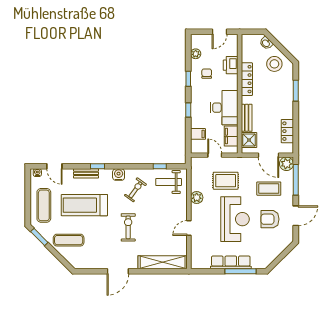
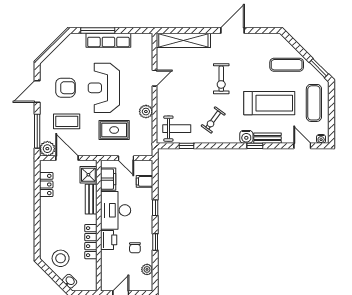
printer: (231, 65) -> (109, 240), moved
window: (296, 91) -> (37, 229), removed
water cooler: (119, 175) -> (246, 137), moved

